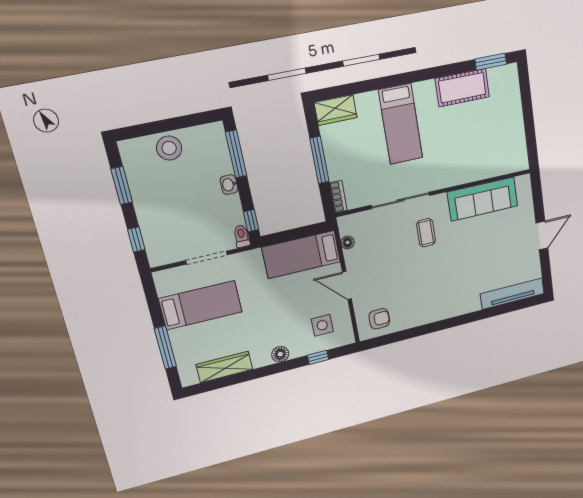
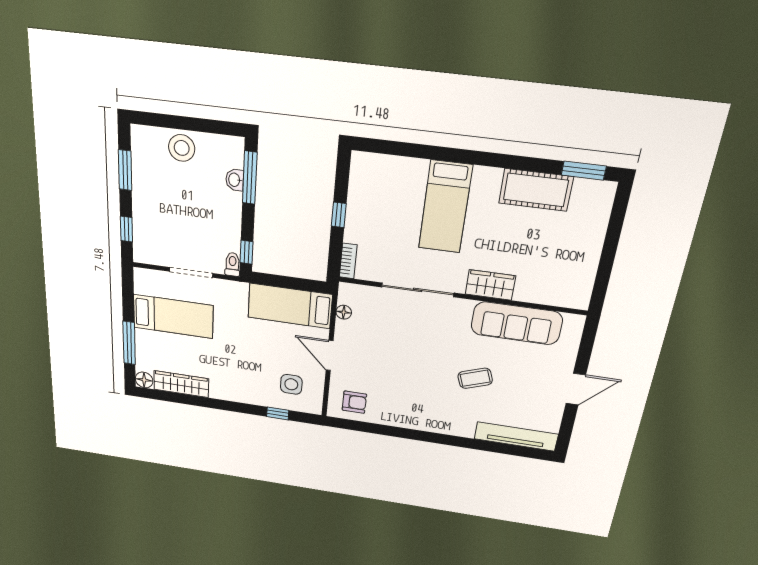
wardrobe: (336, 110) -> (490, 285), moved, turned 180
window: (319, 160) -> (339, 215), width x0.46
washbasin: (229, 185) -> (235, 180), moved
coffee table: (426, 233) -> (475, 378), moved, turned 70
floor lamp: (280, 354) -> (144, 380), moved

